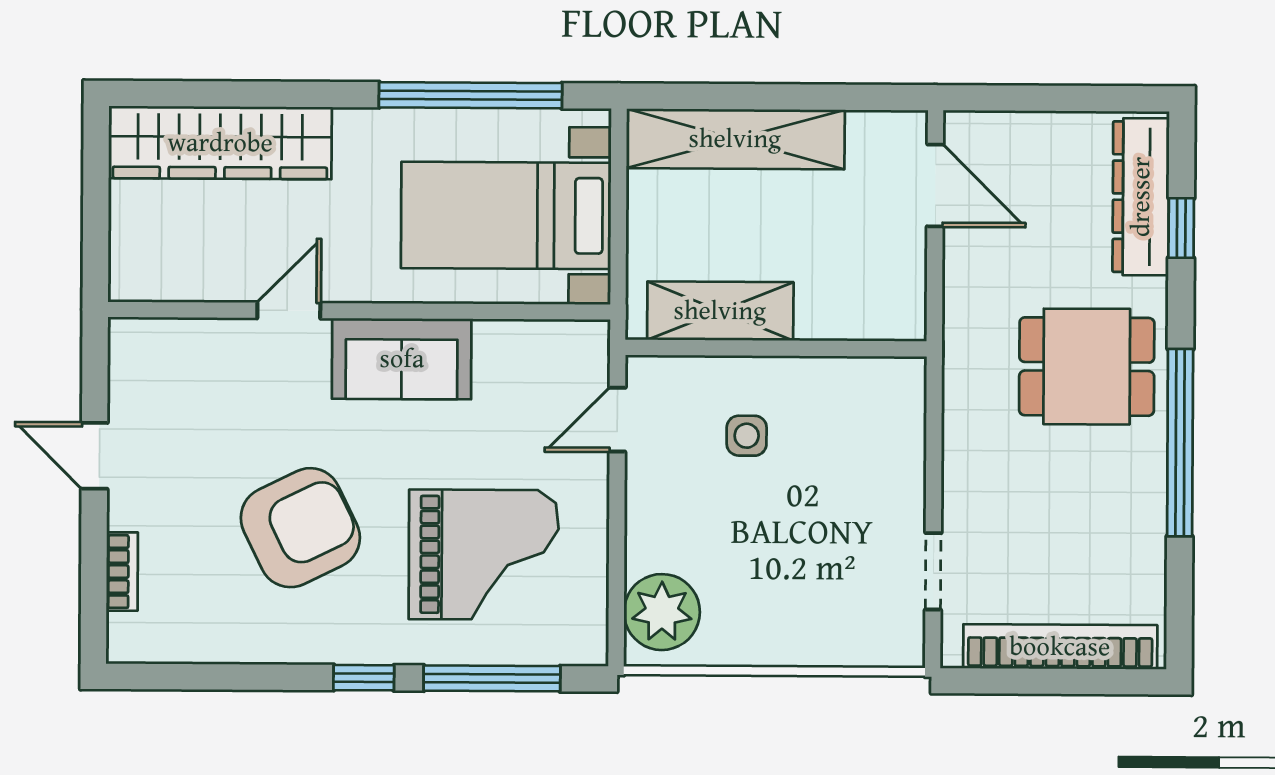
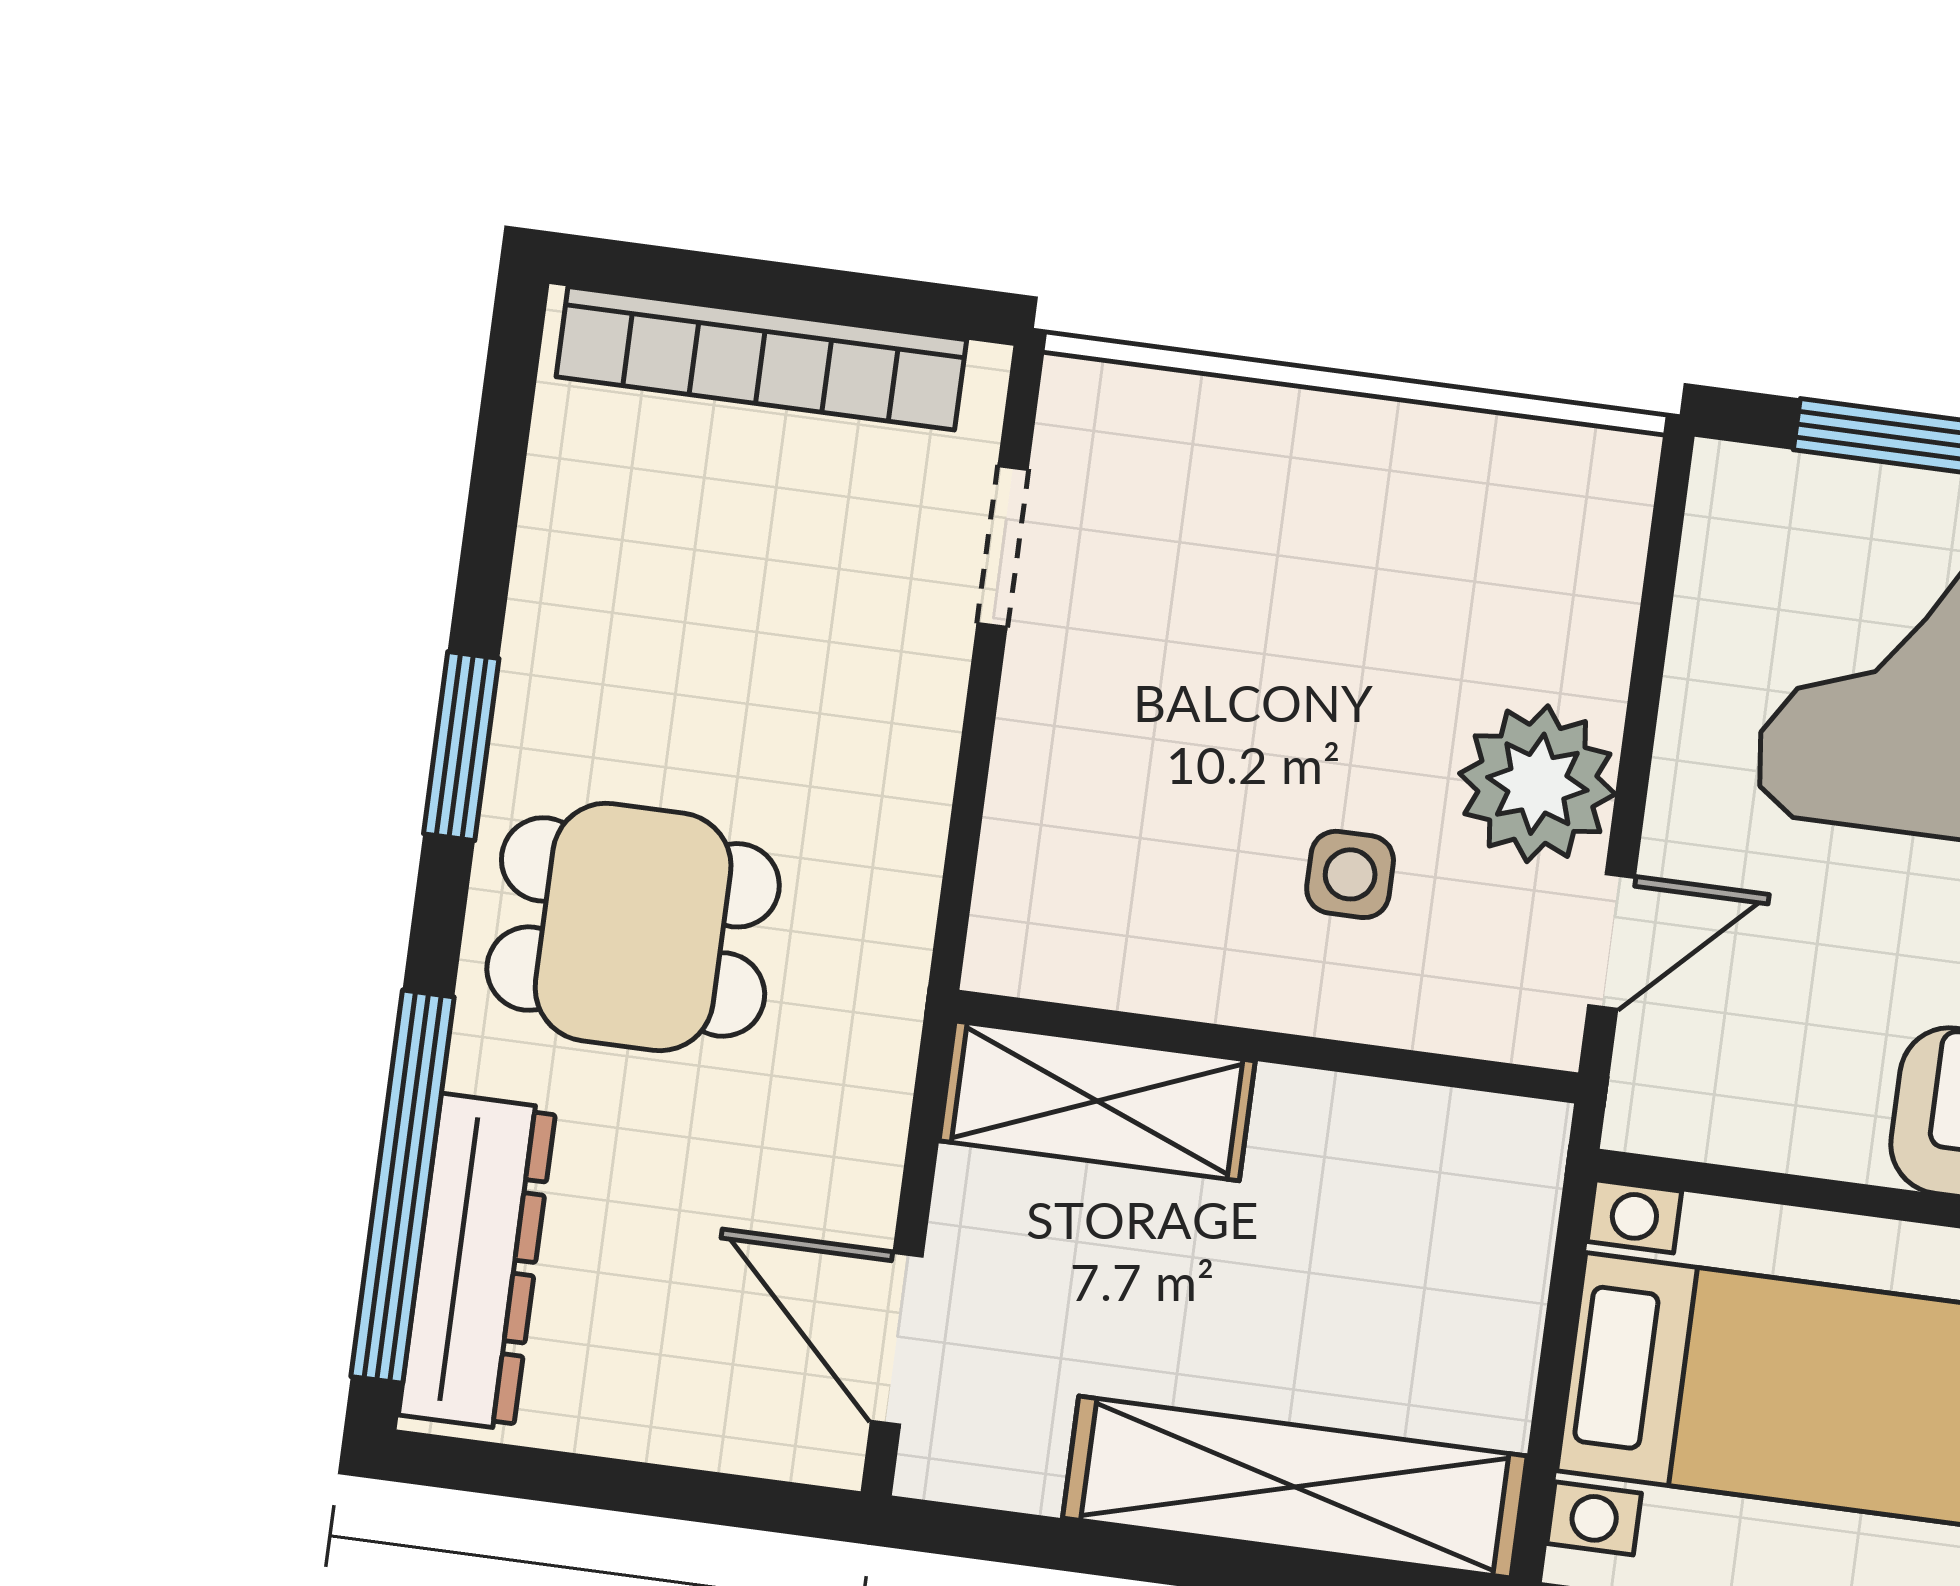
window: (1181, 228) -> (403, 1187), width x3.17
shelving: (720, 311) -> (1097, 1101), moved
window: (1180, 443) -> (461, 746), width x0.47
plant: (662, 612) -> (1537, 784), moved

